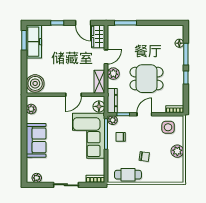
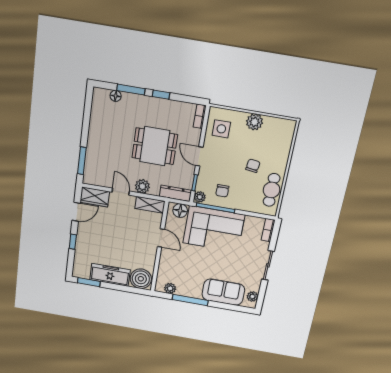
freezer: (34, 42) -> (110, 275), moved
dining table: (147, 79) -> (155, 146), turned 90
window: (24, 127) -> (190, 300), added
sofa: (36, 140) -> (223, 292), moved

